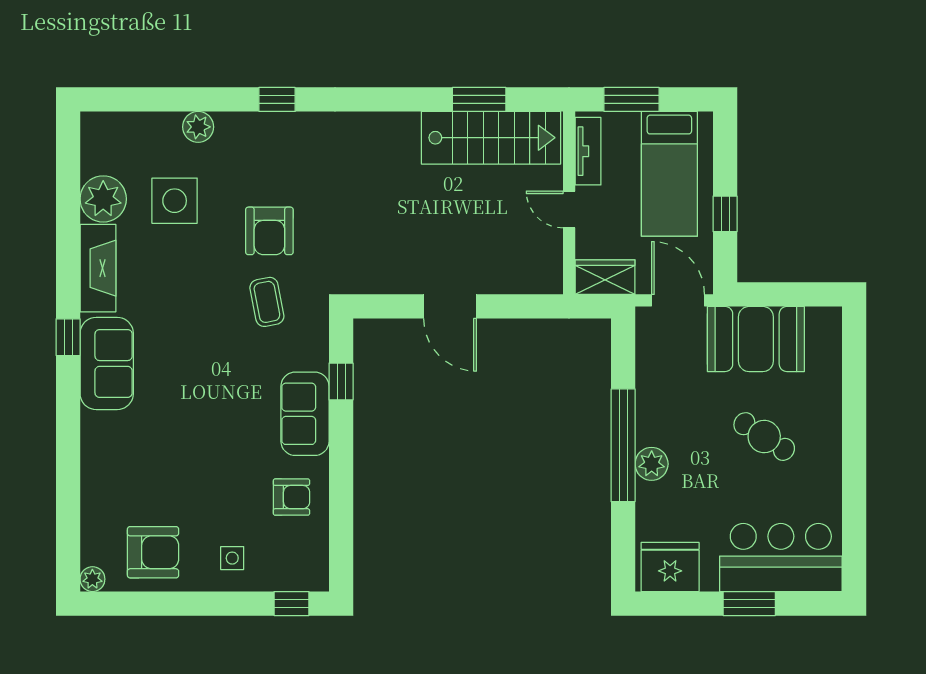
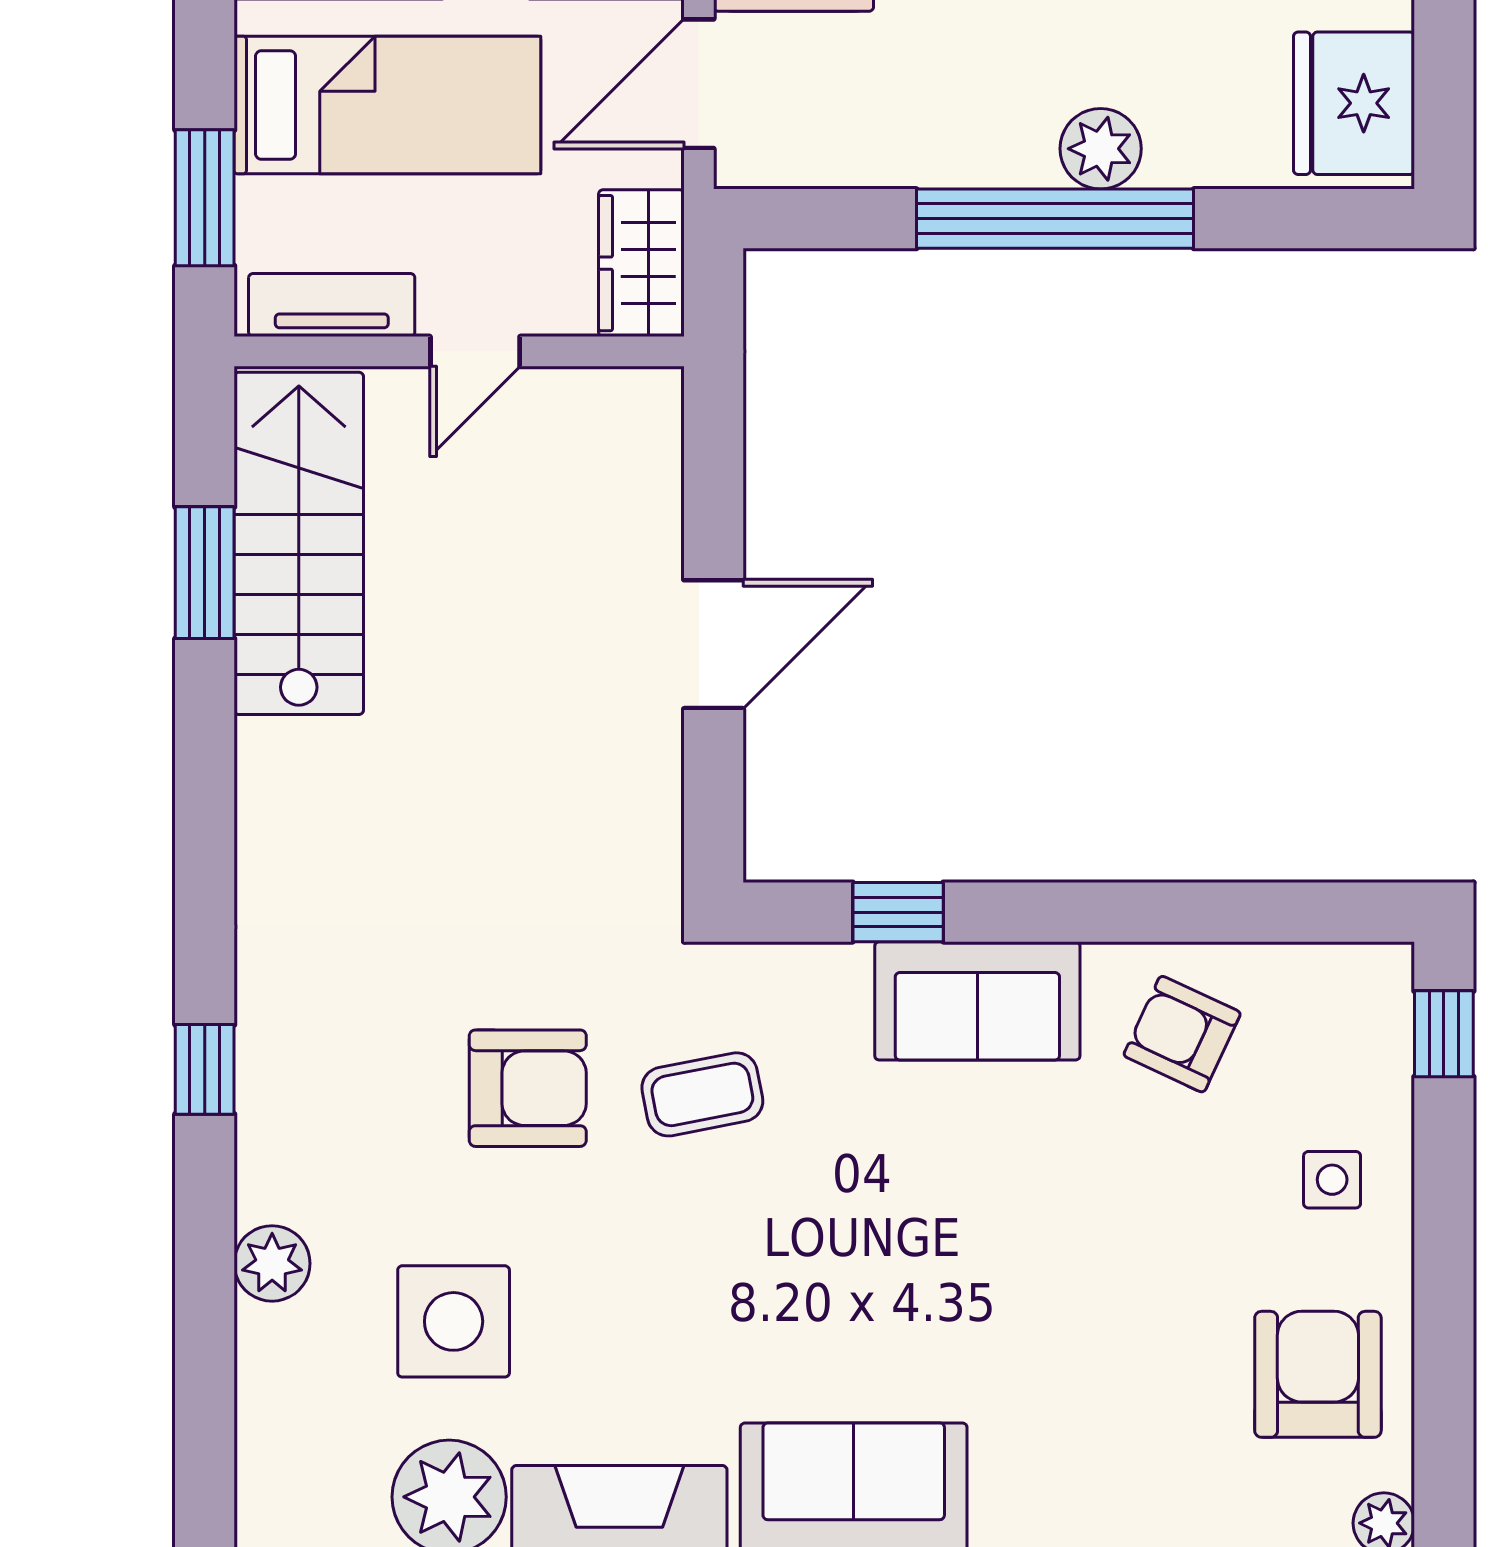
armchair: (291, 497) -> (1182, 1034), turned -65

